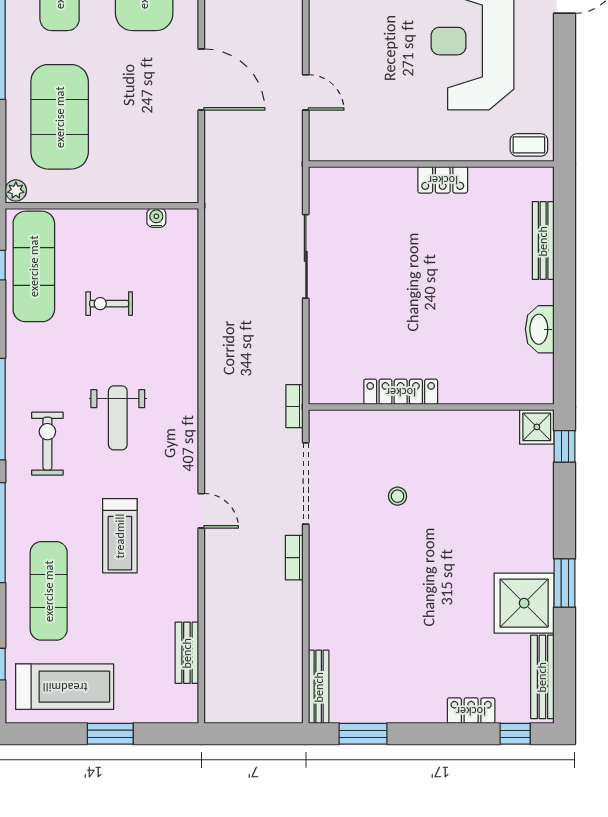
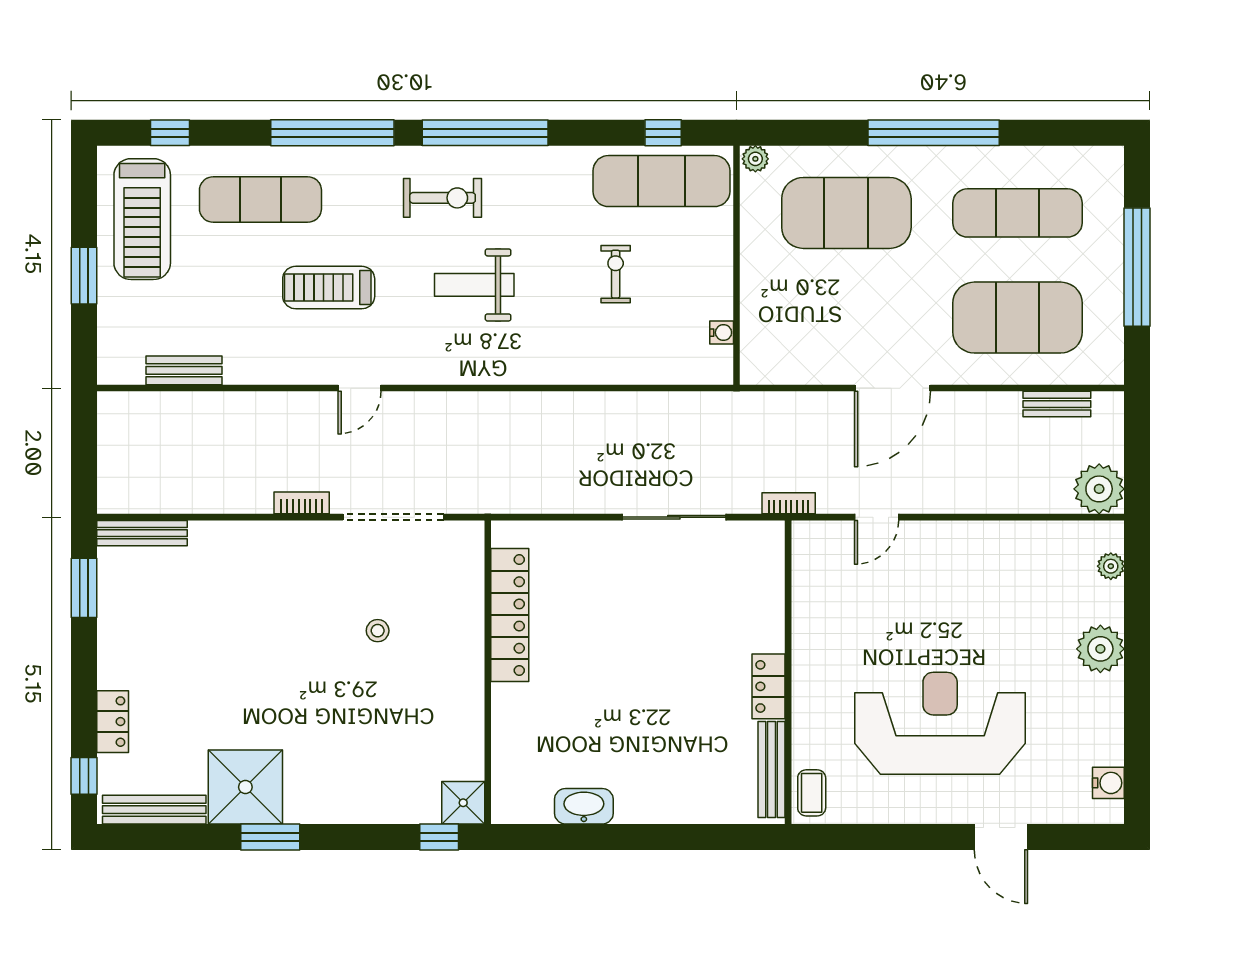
bench: (543, 241) -> (771, 770), moved, turned 90
locker: (401, 392) -> (510, 615), width x1.41, depth x1.21
bookcase: (295, 406) -> (789, 503), moved

